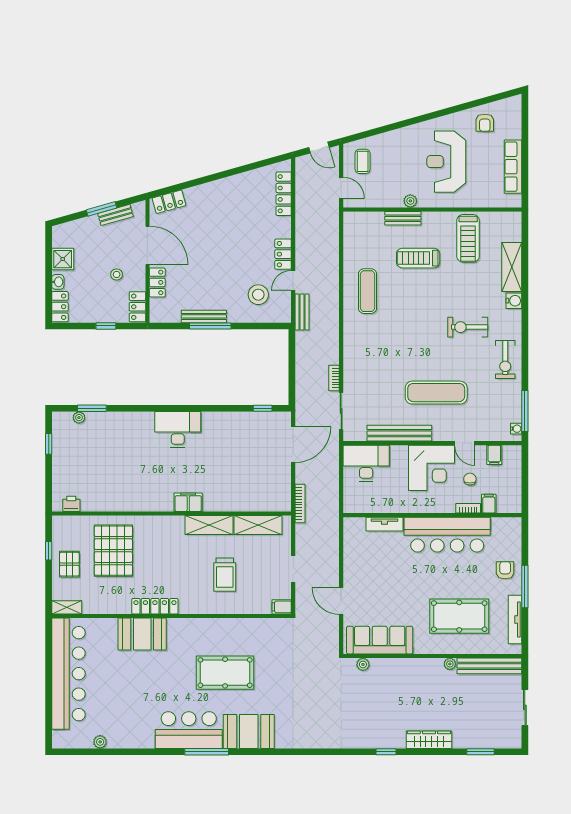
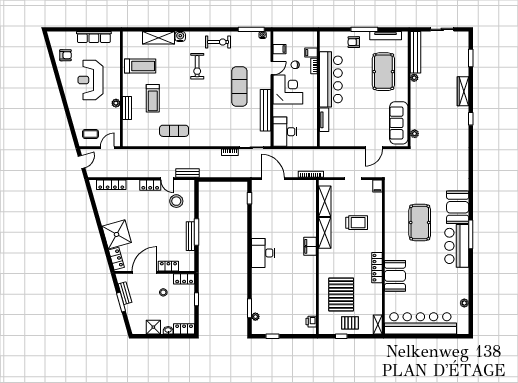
reception desk: (446, 162) -> (91, 80), turned 90
shower: (207, 202) -> (117, 234), added
pallet: (113, 551) -> (341, 294), turned 90

